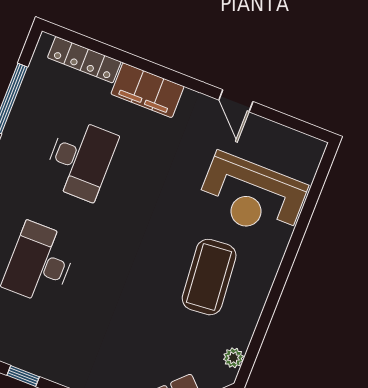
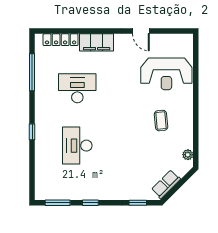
desk: (80, 159) -> (77, 88), turned -90
coffee table: (209, 277) -> (161, 121), width x0.54, depth x0.58

